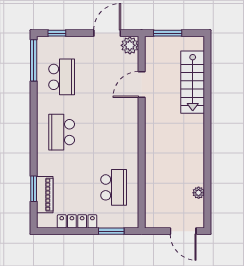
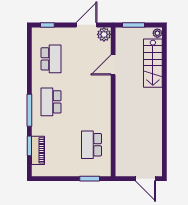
window: (34, 60) -> (29, 110), moved
school desk: (114, 187) -> (91, 145), turned 180
plant: (199, 193) -> (157, 33), moved
locker: (77, 221) -> (63, 171), removed

